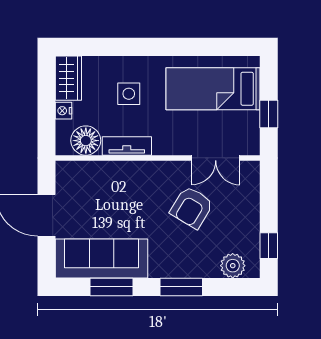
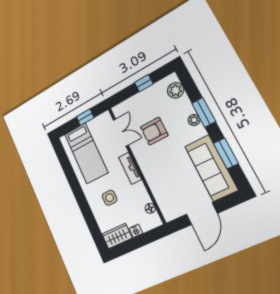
floor lamp: (86, 141) -> (150, 208), width x0.53, depth x0.53
tv unit: (127, 146) -> (130, 168), moved
armchair: (192, 207) -> (154, 131), turned 149
window: (269, 246) -> (144, 83), moved
plant: (178, 269) -> (194, 120), added

